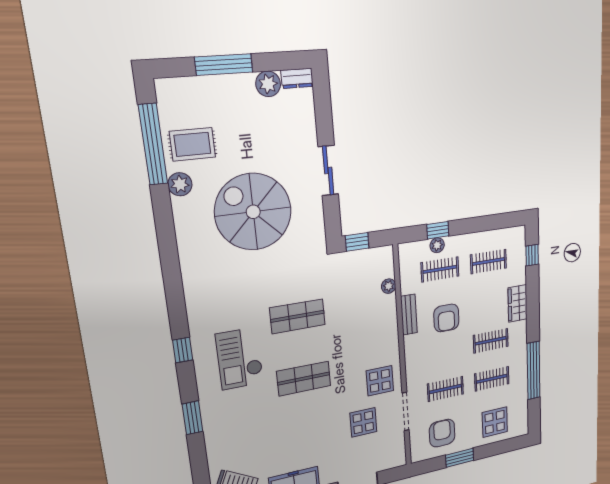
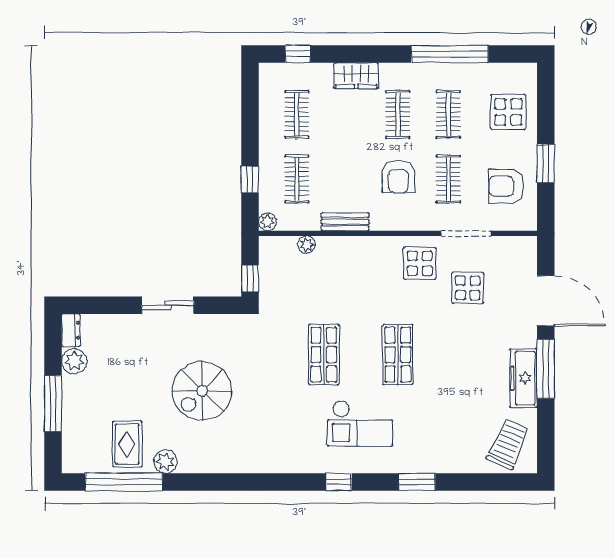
spiral stairs: (253, 212) -> (202, 391), width x0.73, depth x0.73
plant: (437, 245) -> (268, 222), moved
armchair: (446, 318) -> (398, 177), moved, turned 90

